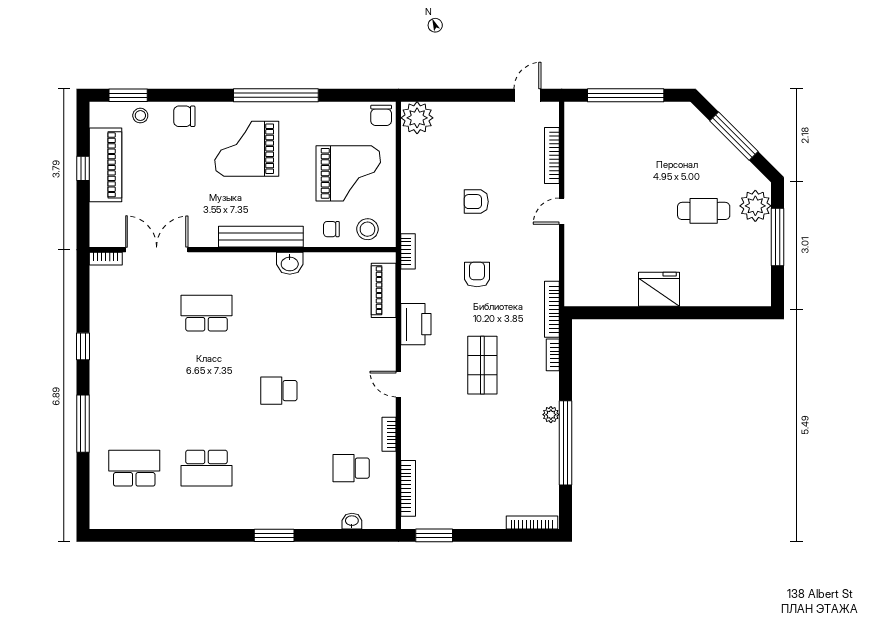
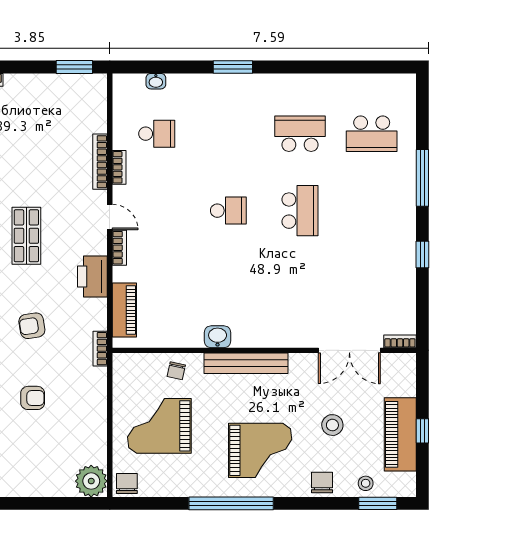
chair: (184, 116) -> (322, 483), turned -90
chair: (331, 229) -> (176, 371), turned 102
stool: (367, 229) -> (332, 425), moved
armchair: (477, 274) -> (32, 326), turned 81
school desk: (207, 313) -> (300, 211), moved, turned -90
bookcase: (389, 353) -> (119, 248), added
bookcase: (408, 488) -> (100, 162), moved

